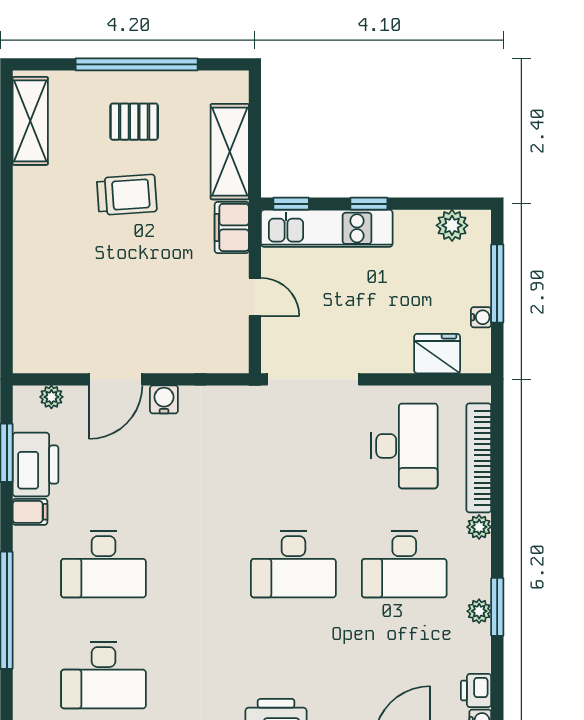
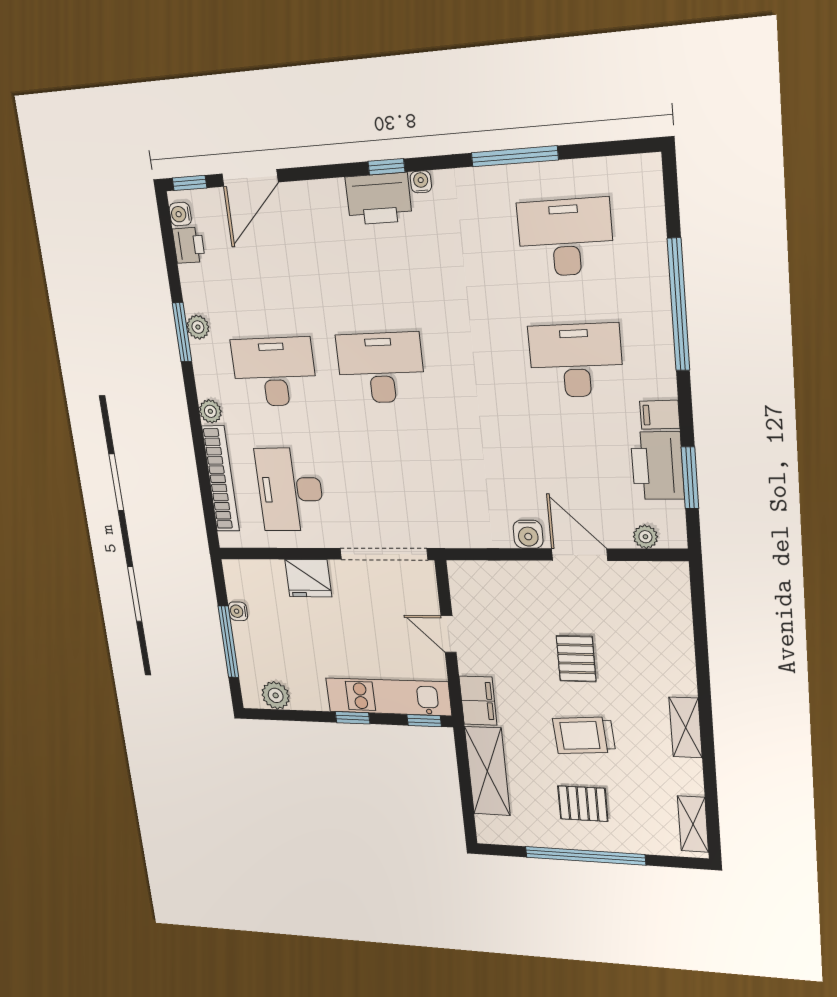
shelving: (30, 121) -> (693, 824), width x0.67, depth x0.75
shelving: (26, 207) -> (686, 727), added
pallet: (128, 275) -> (576, 659), added
fridge: (437, 354) -> (308, 578), moved
door: (116, 379) -> (580, 555), hinge flipped

